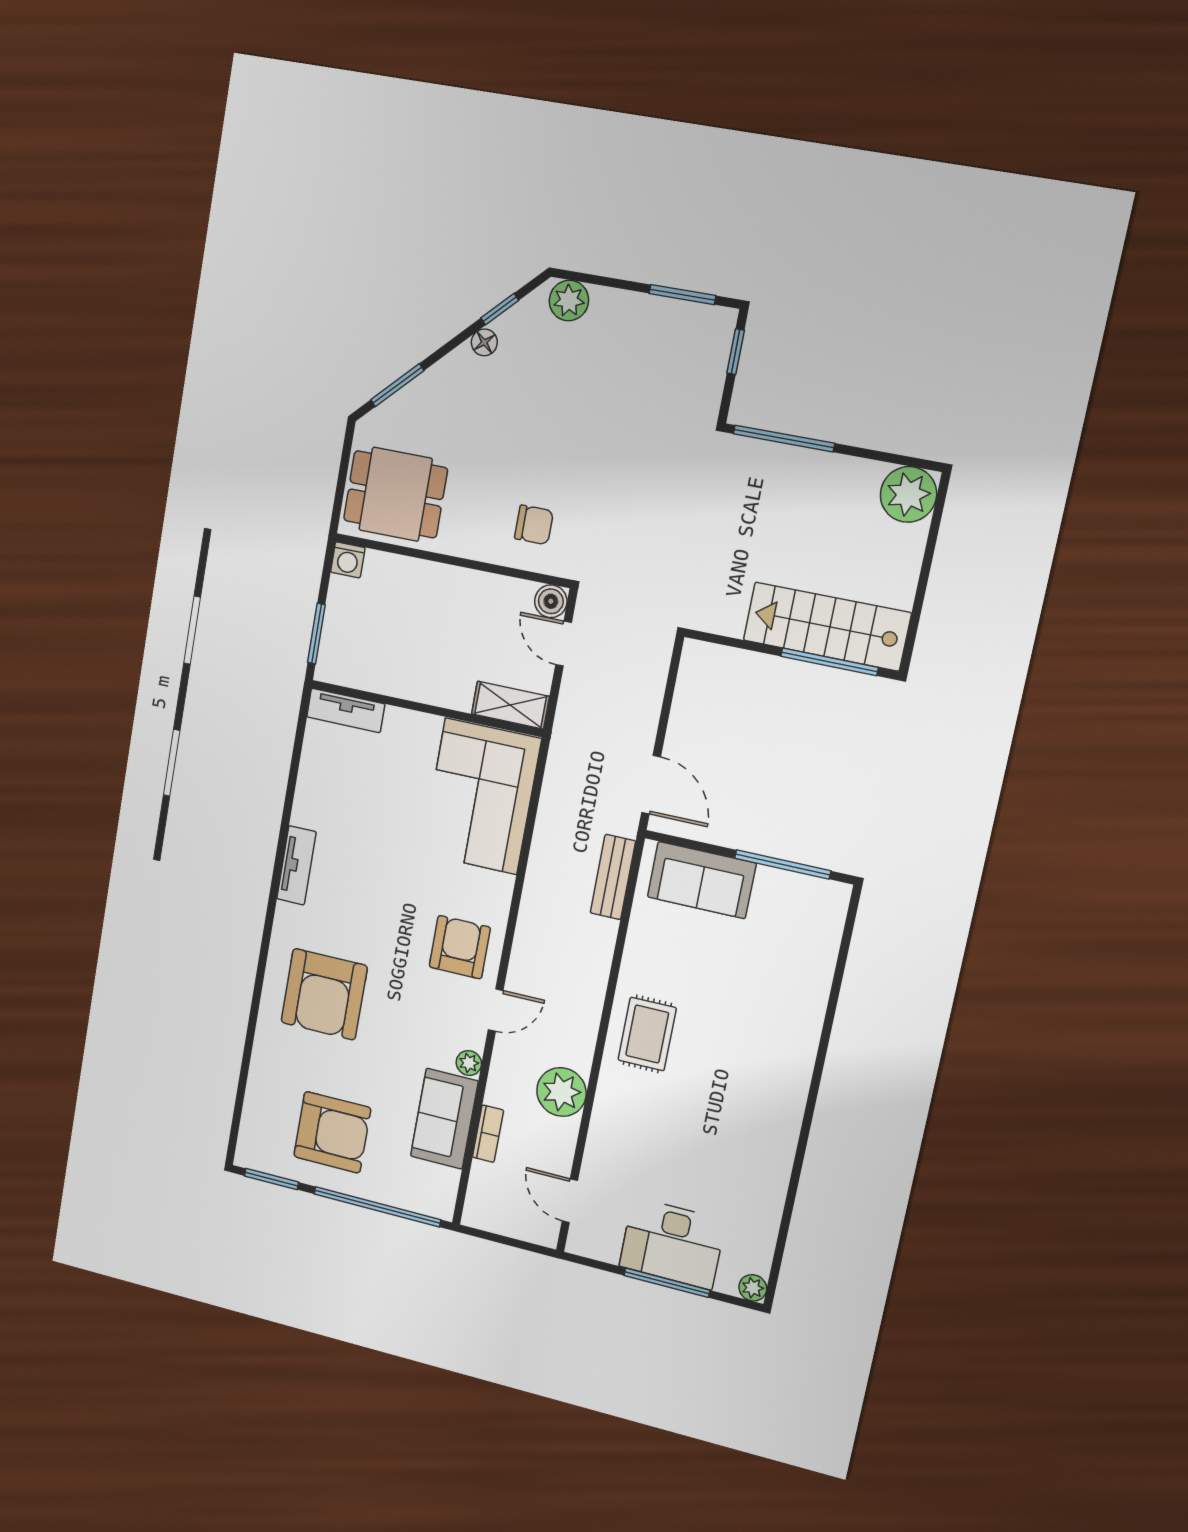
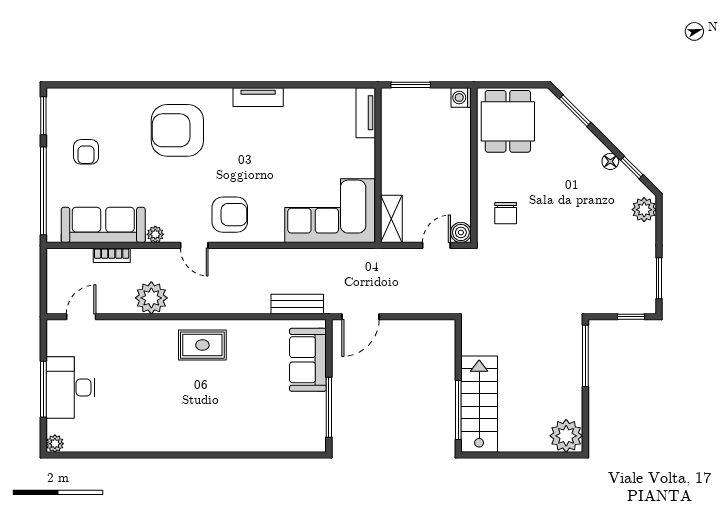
sofa: (444, 1119) -> (103, 225), width x1.36
armchair: (332, 1132) -> (86, 152), width x0.53, depth x0.53

